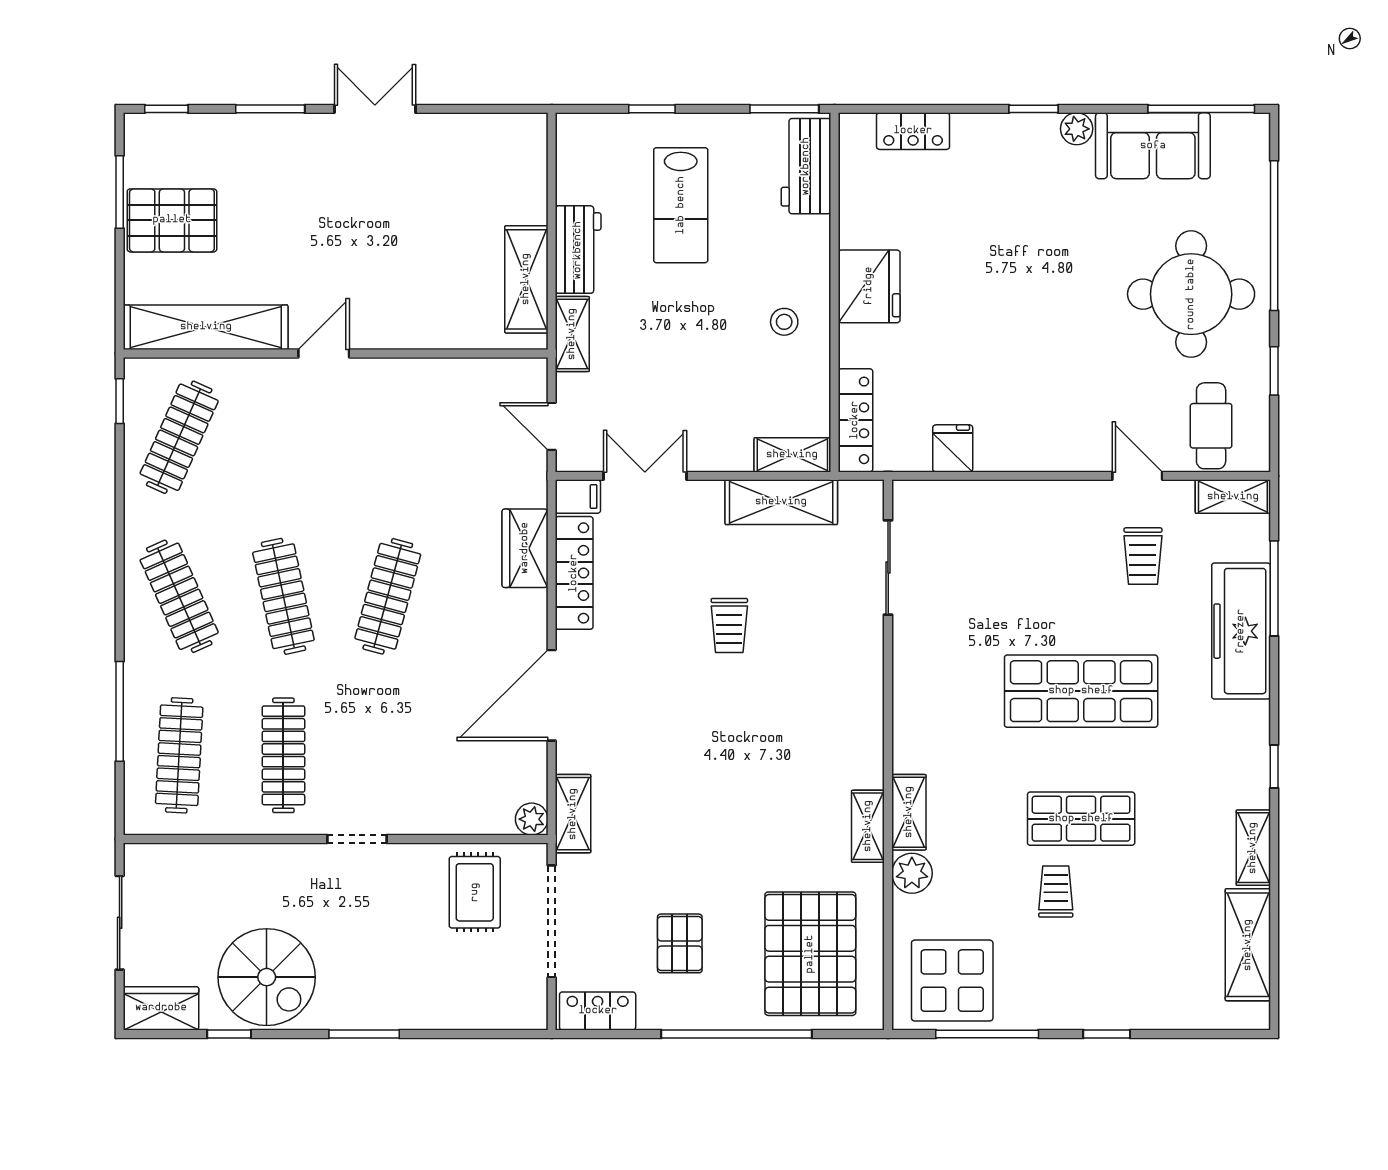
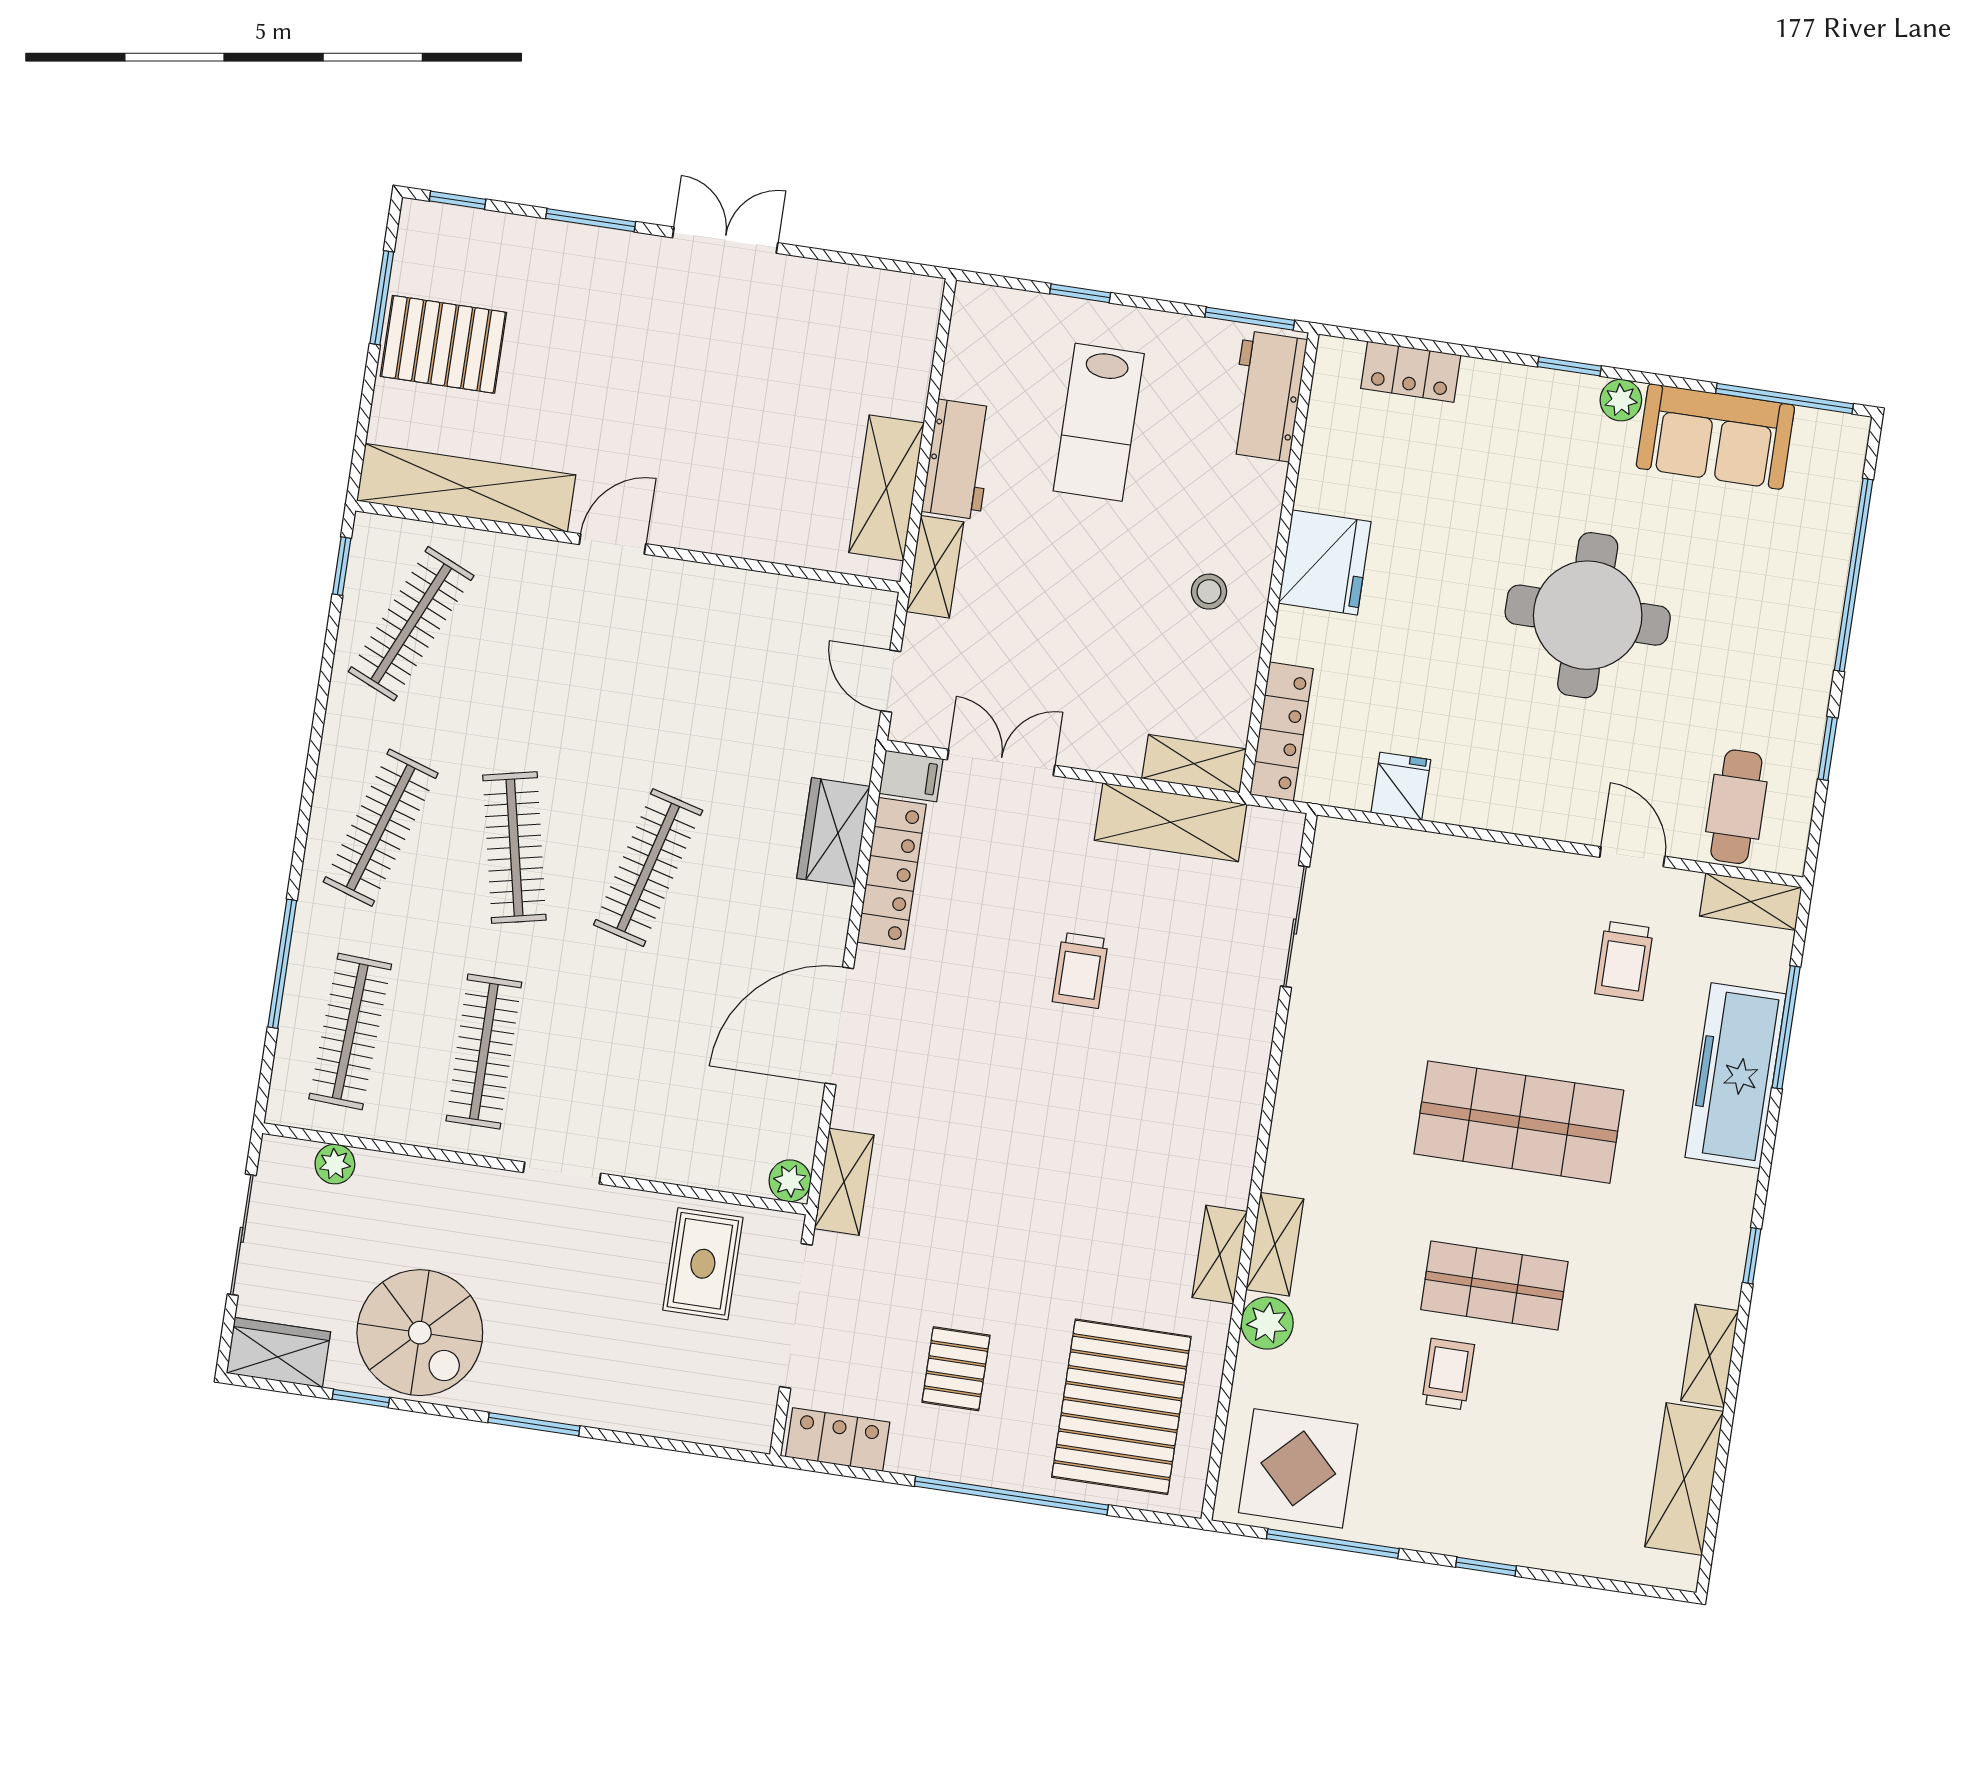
round table: (1191, 294) -> (1588, 615), moved
clothes rail: (179, 596) -> (381, 828), turned 42
plant: (183, 858) -> (335, 1164), added

